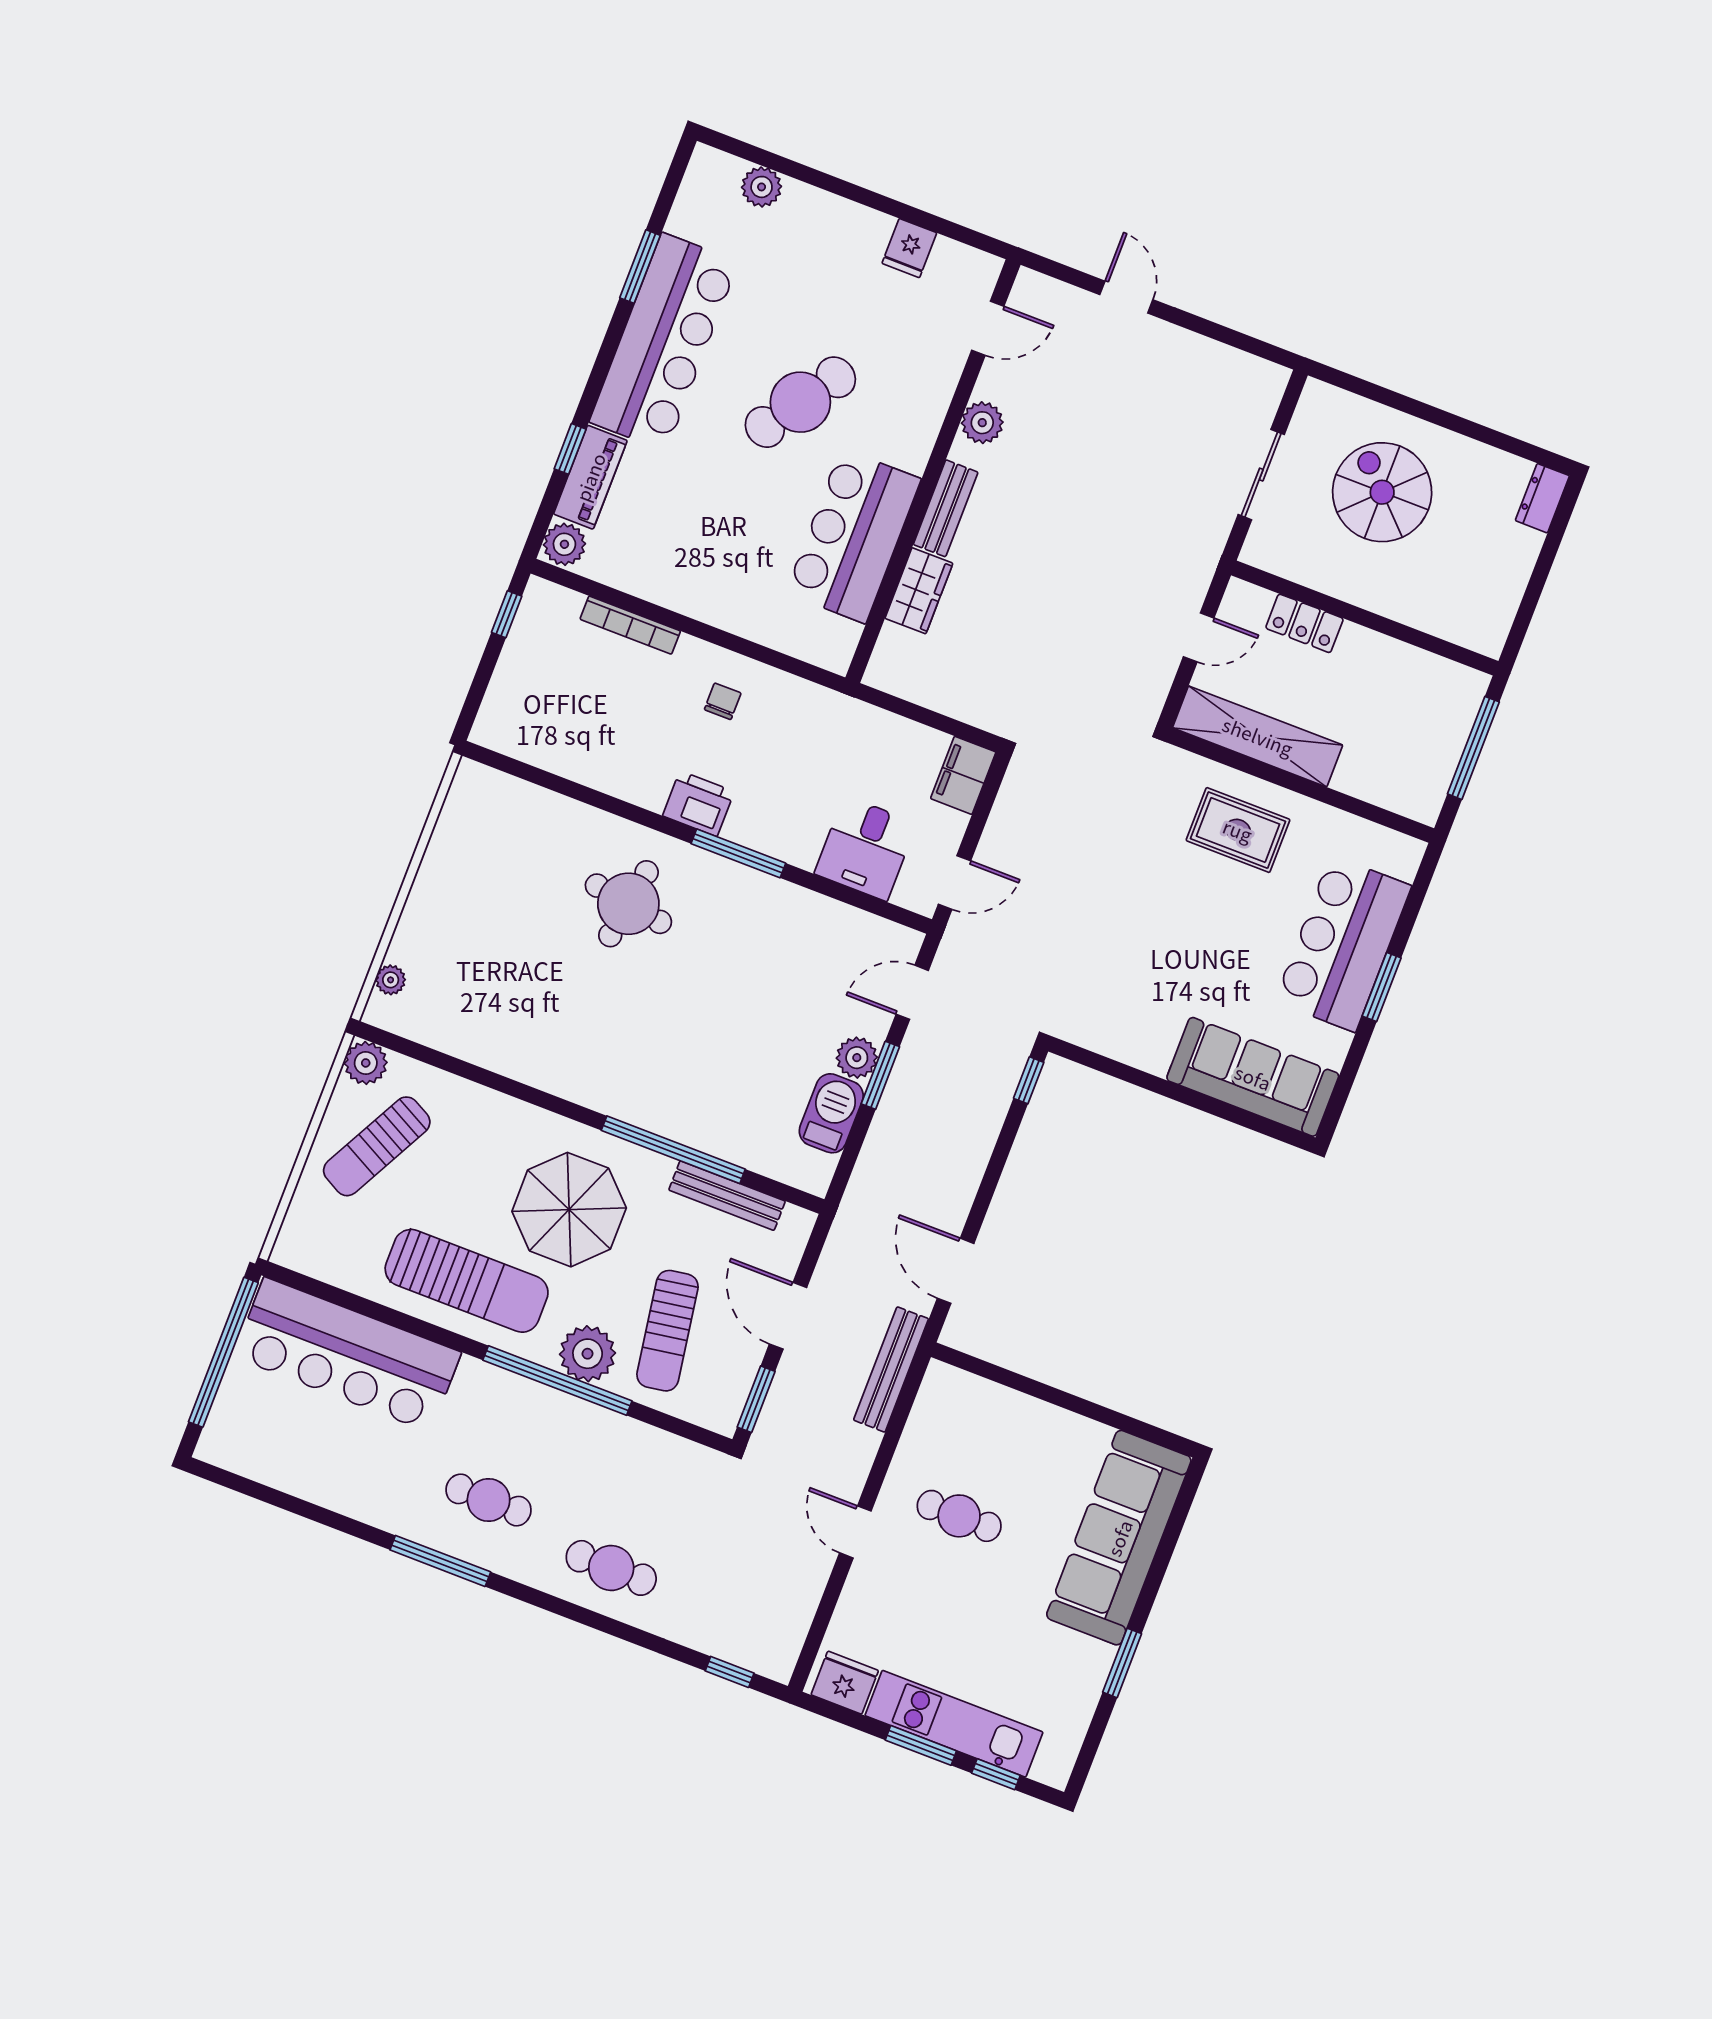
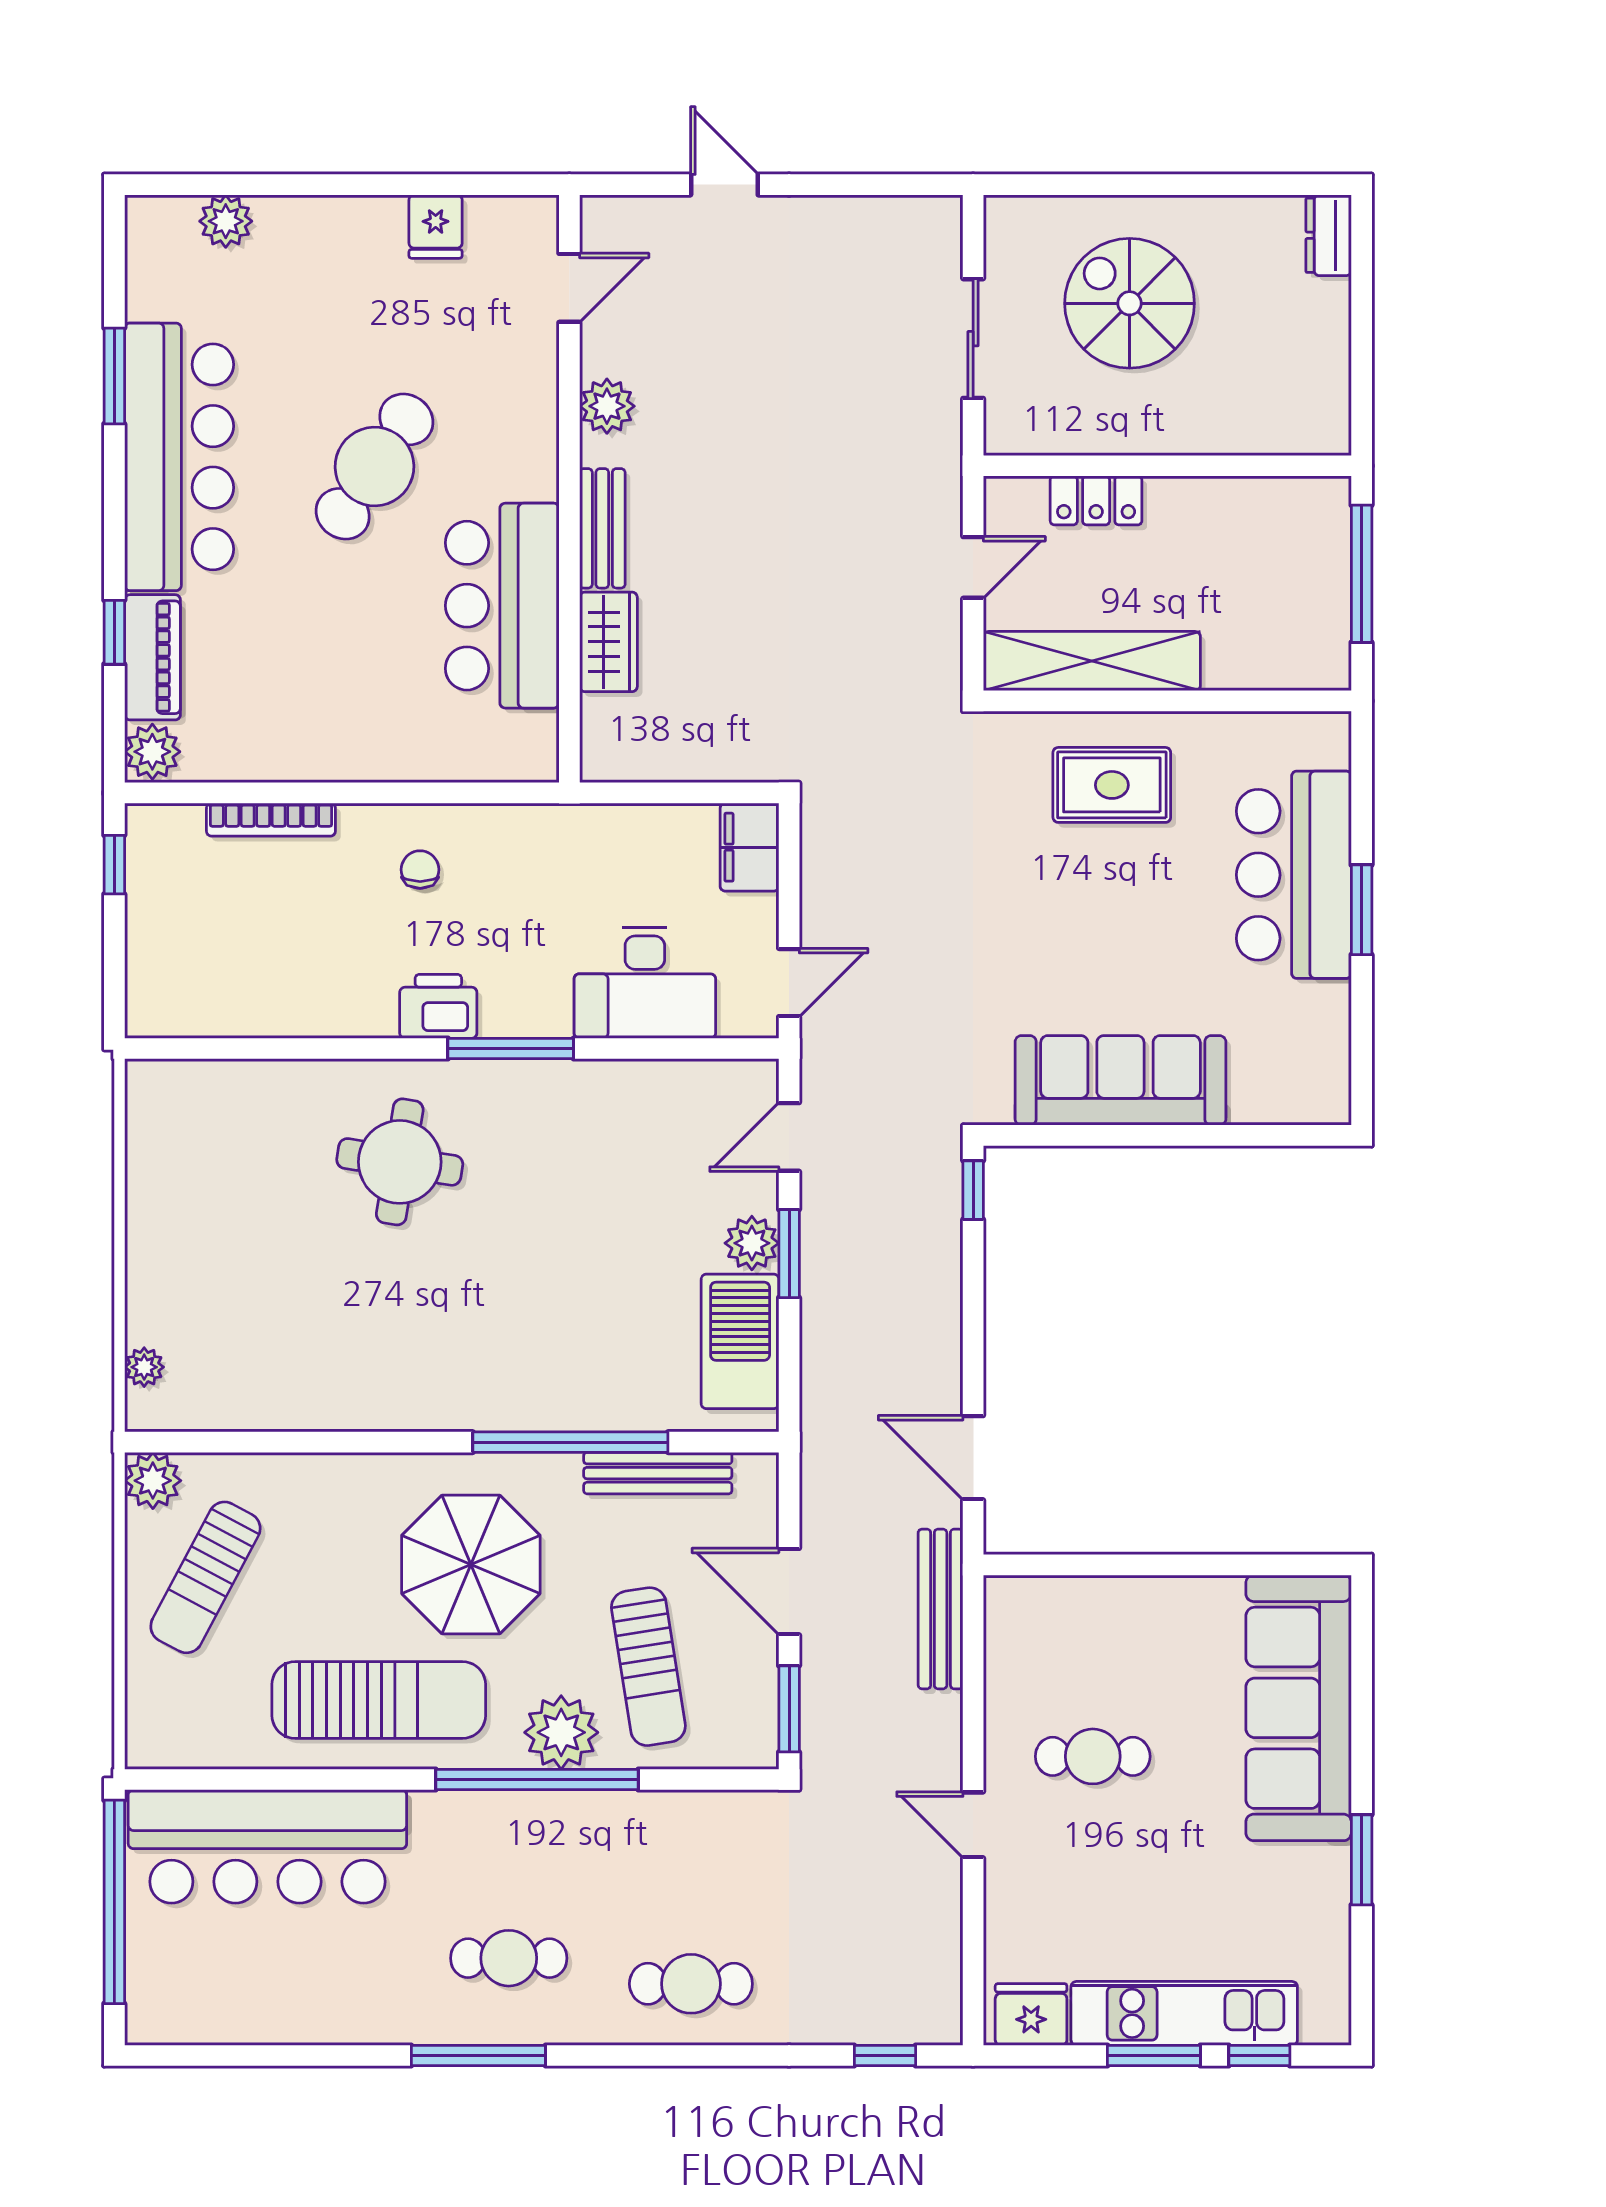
desk: (865, 848) -> (645, 983), width x1.37
sofa: (1253, 1077) -> (1120, 1080), moved
barbecue: (831, 1113) -> (740, 1341), width x1.37, depth x1.21

